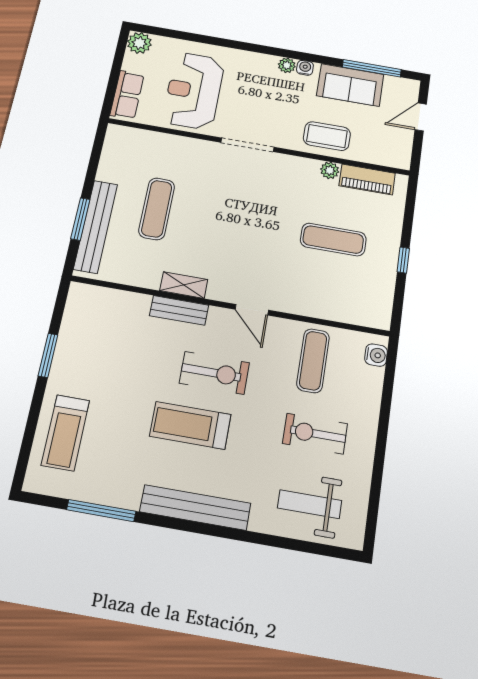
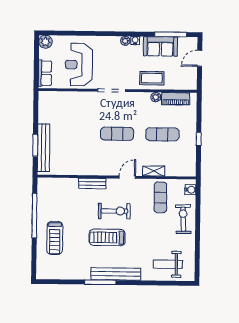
exercise mat: (157, 209) -> (117, 134), moved, turned 90
shelving: (184, 285) -> (154, 171), moved
door: (252, 310) -> (127, 177), swing flipped
window: (48, 355) -> (34, 216), width x2.11
treadmill: (65, 433) -> (55, 238), moved
exercise bike: (315, 434) -> (183, 219), moved, turned 88
window: (101, 511) -> (100, 282), moved

